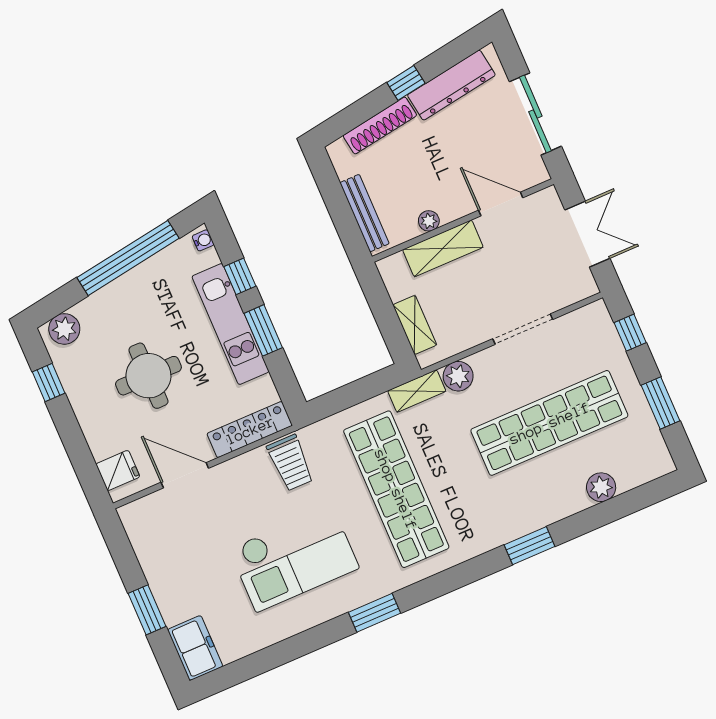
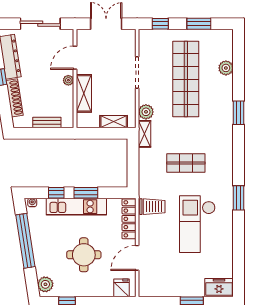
bench: (365, 213) -> (47, 122), width x0.73
plant: (429, 221) -> (68, 80), moved
shop shelf: (396, 489) -> (186, 163), width x0.50, depth x0.74
checkout: (294, 558) -> (197, 224), turned 180

